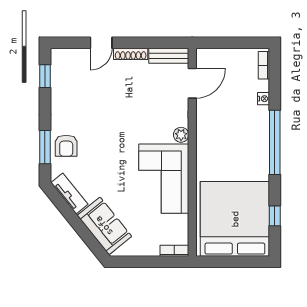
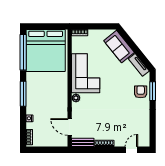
door: (101, 43) -> (131, 150), moved
window: (45, 76) -> (153, 131), removed
door: (192, 83) -> (70, 127), hinge flipped
window: (275, 142) -> (23, 94), width x0.68
window: (275, 216) -> (23, 52), width x3.17

